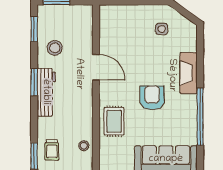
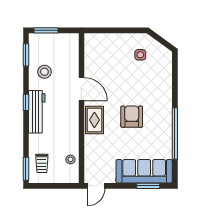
fireplace: (189, 73) -> (164, 94), removed
window: (34, 82) -> (26, 102), width x0.67
rug: (114, 121) -> (94, 120), moved

